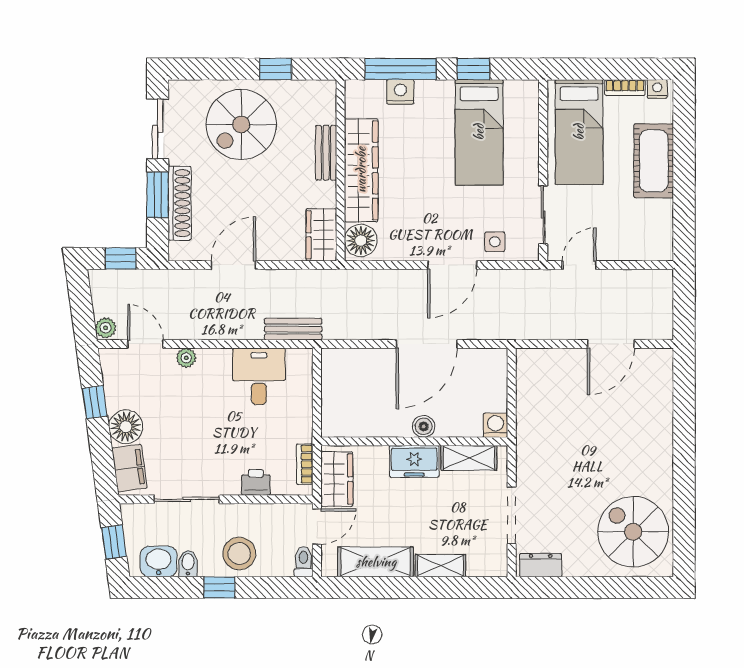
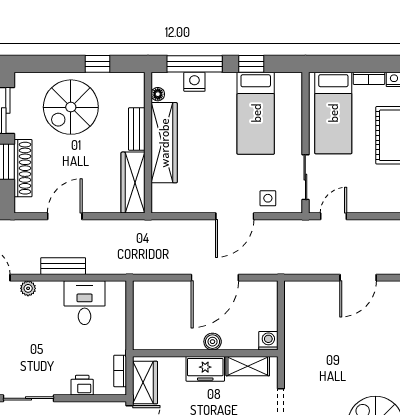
wardrobe: (321, 235) -> (133, 183), width x1.50
floor lamp: (361, 240) -> (158, 94), moved, width x0.53, depth x0.53
bench: (293, 329) -> (63, 266), moved

